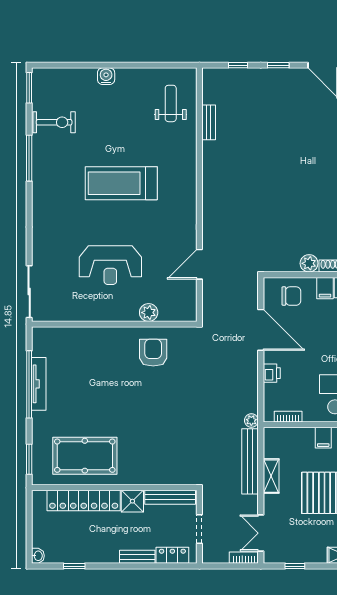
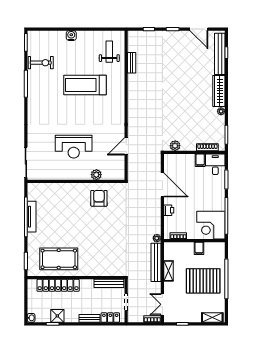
treadmill: (121, 183) -> (85, 85), moved
plant: (309, 263) -> (175, 146), moved
chair: (291, 296) -> (180, 165), removed
shower: (132, 501) -> (57, 316), moved

